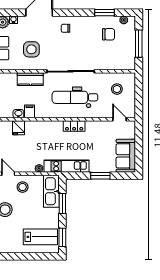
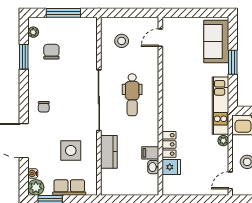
dental chair: (75, 97) -> (132, 95), width x0.73, depth x0.72
locker: (74, 126) -> (169, 144), moved
sofa: (126, 156) -> (216, 42), moved, turned 90

